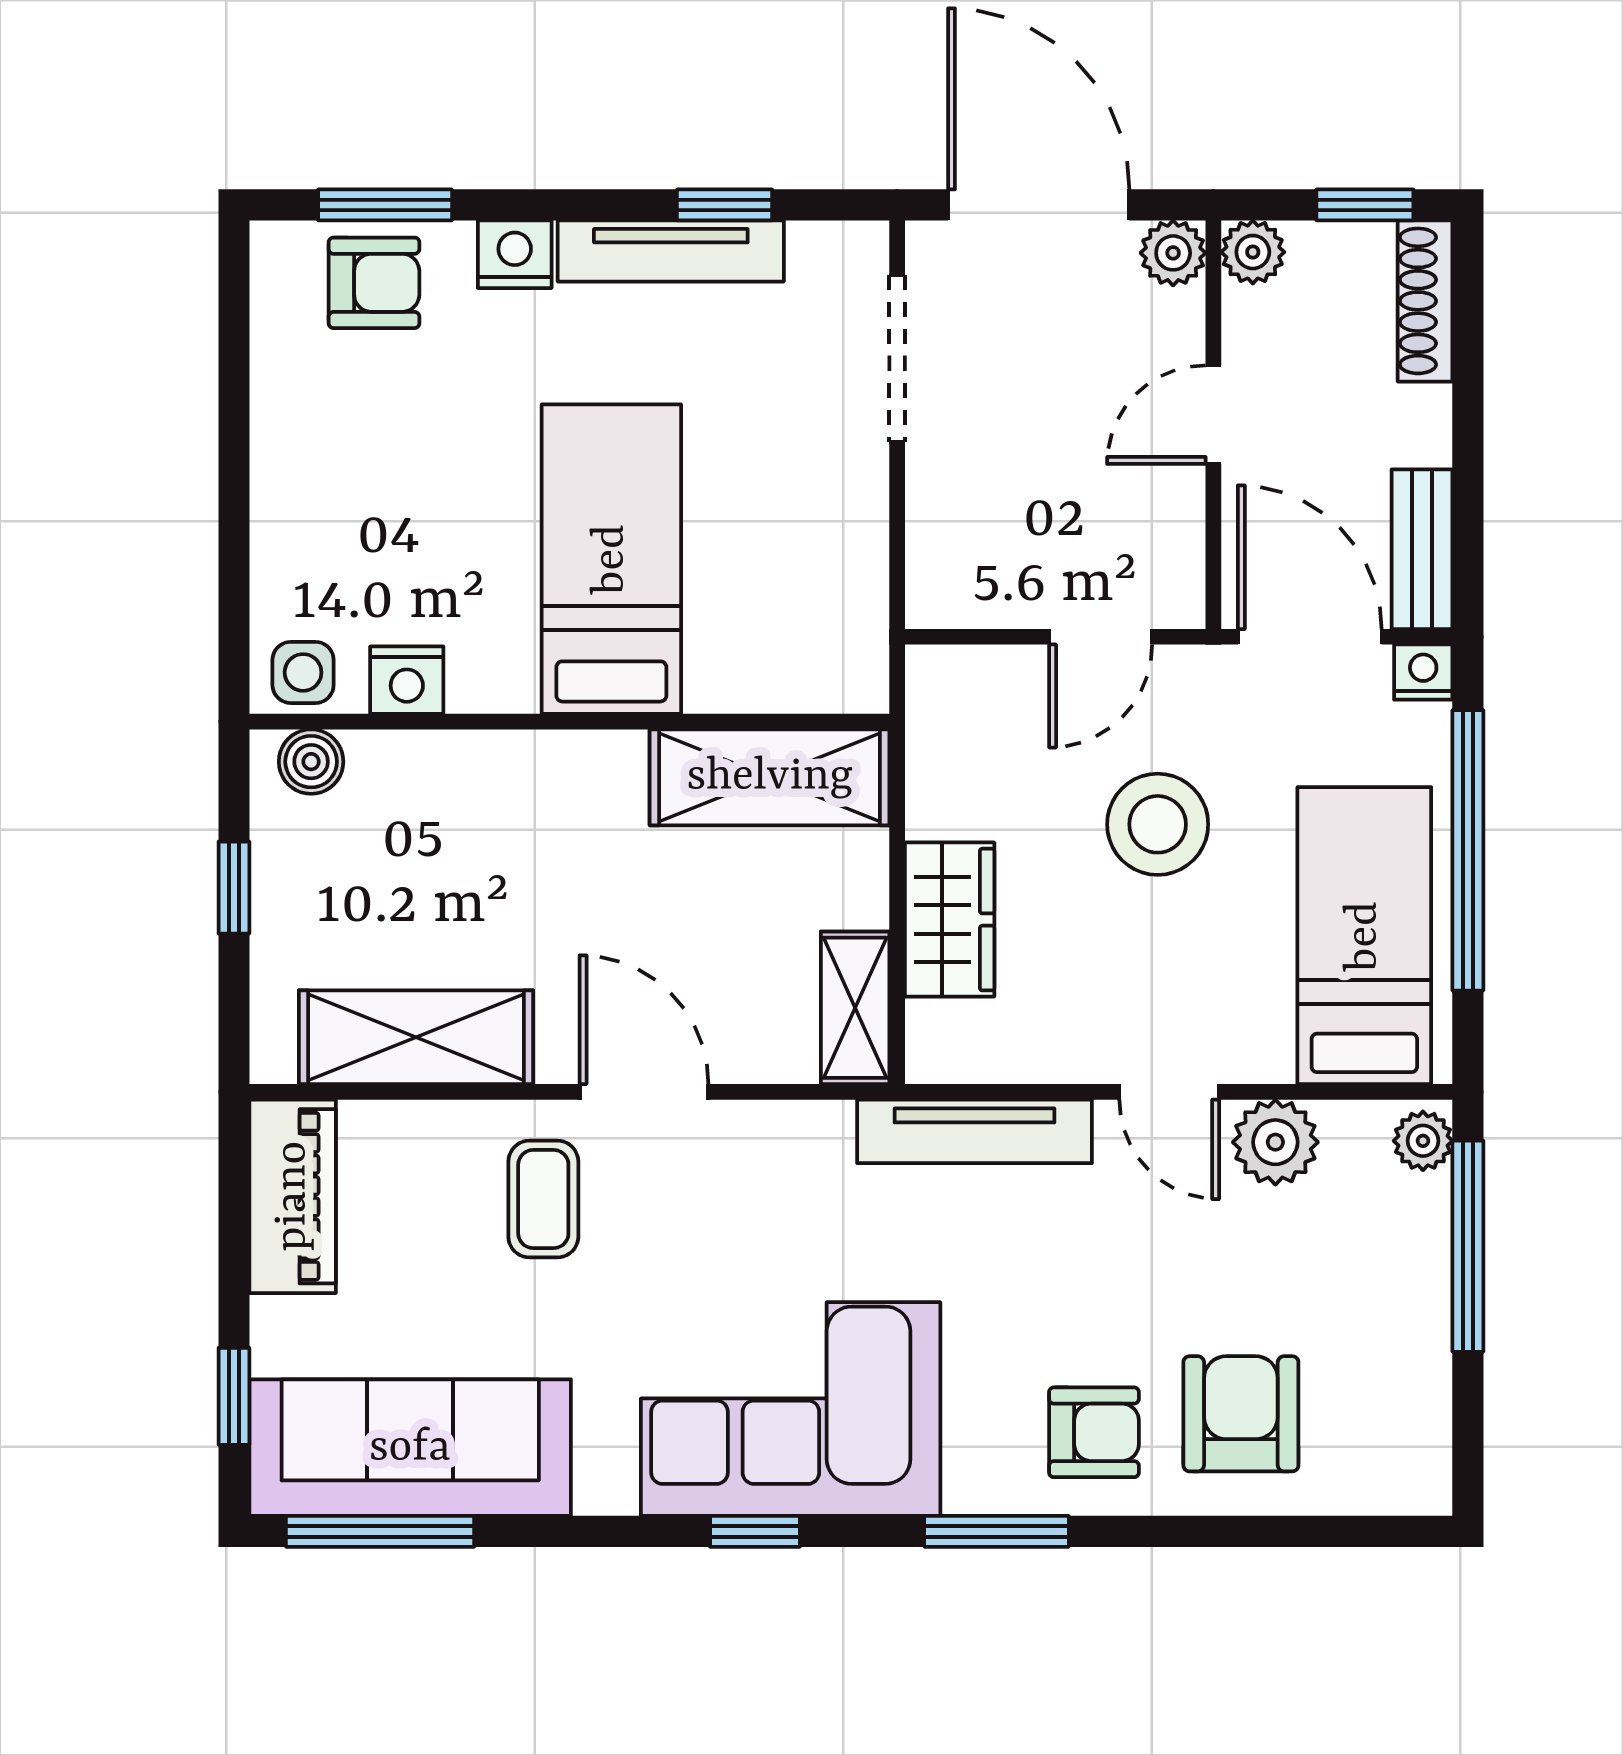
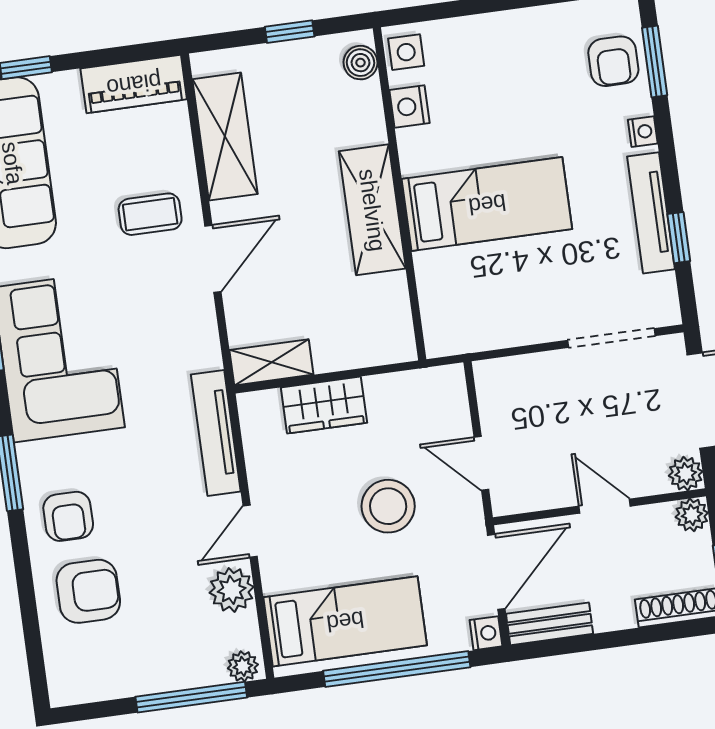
nightstand: (515, 254) -> (643, 132), width x0.72, depth x0.74
shelving: (770, 777) -> (372, 210), moved

